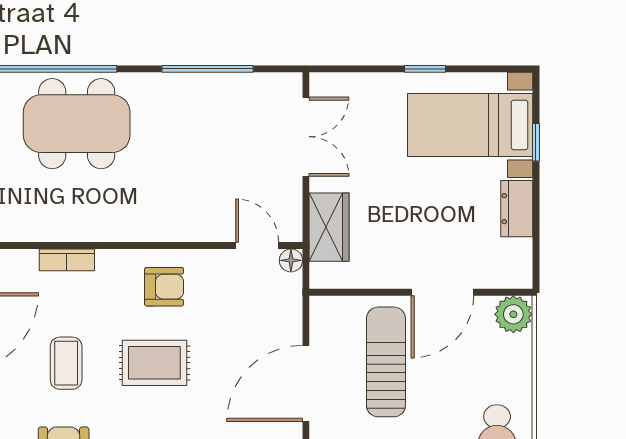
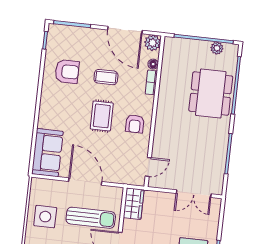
wardrobe: (329, 227) -> (134, 204), moved, turned -90
floor lamp: (291, 260) -> (153, 64), moved

